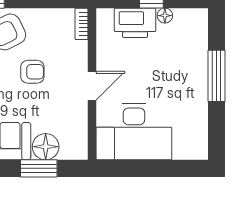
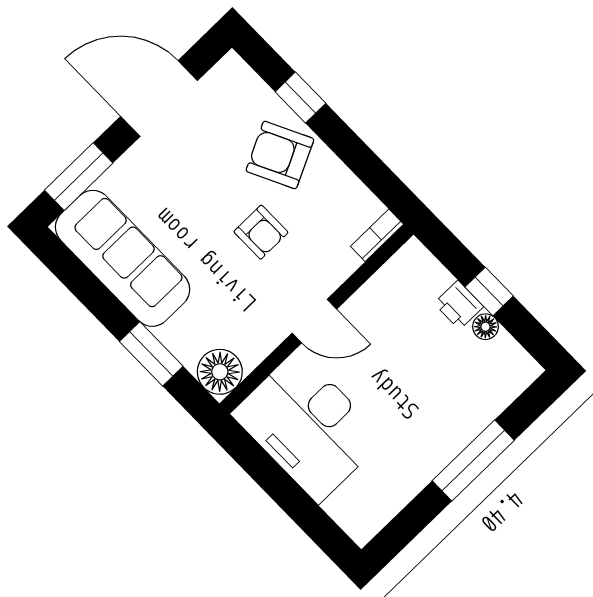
printer: (135, 23) -> (459, 305), width x0.53, depth x0.68
floor lamp: (46, 147) -> (220, 372), moved

